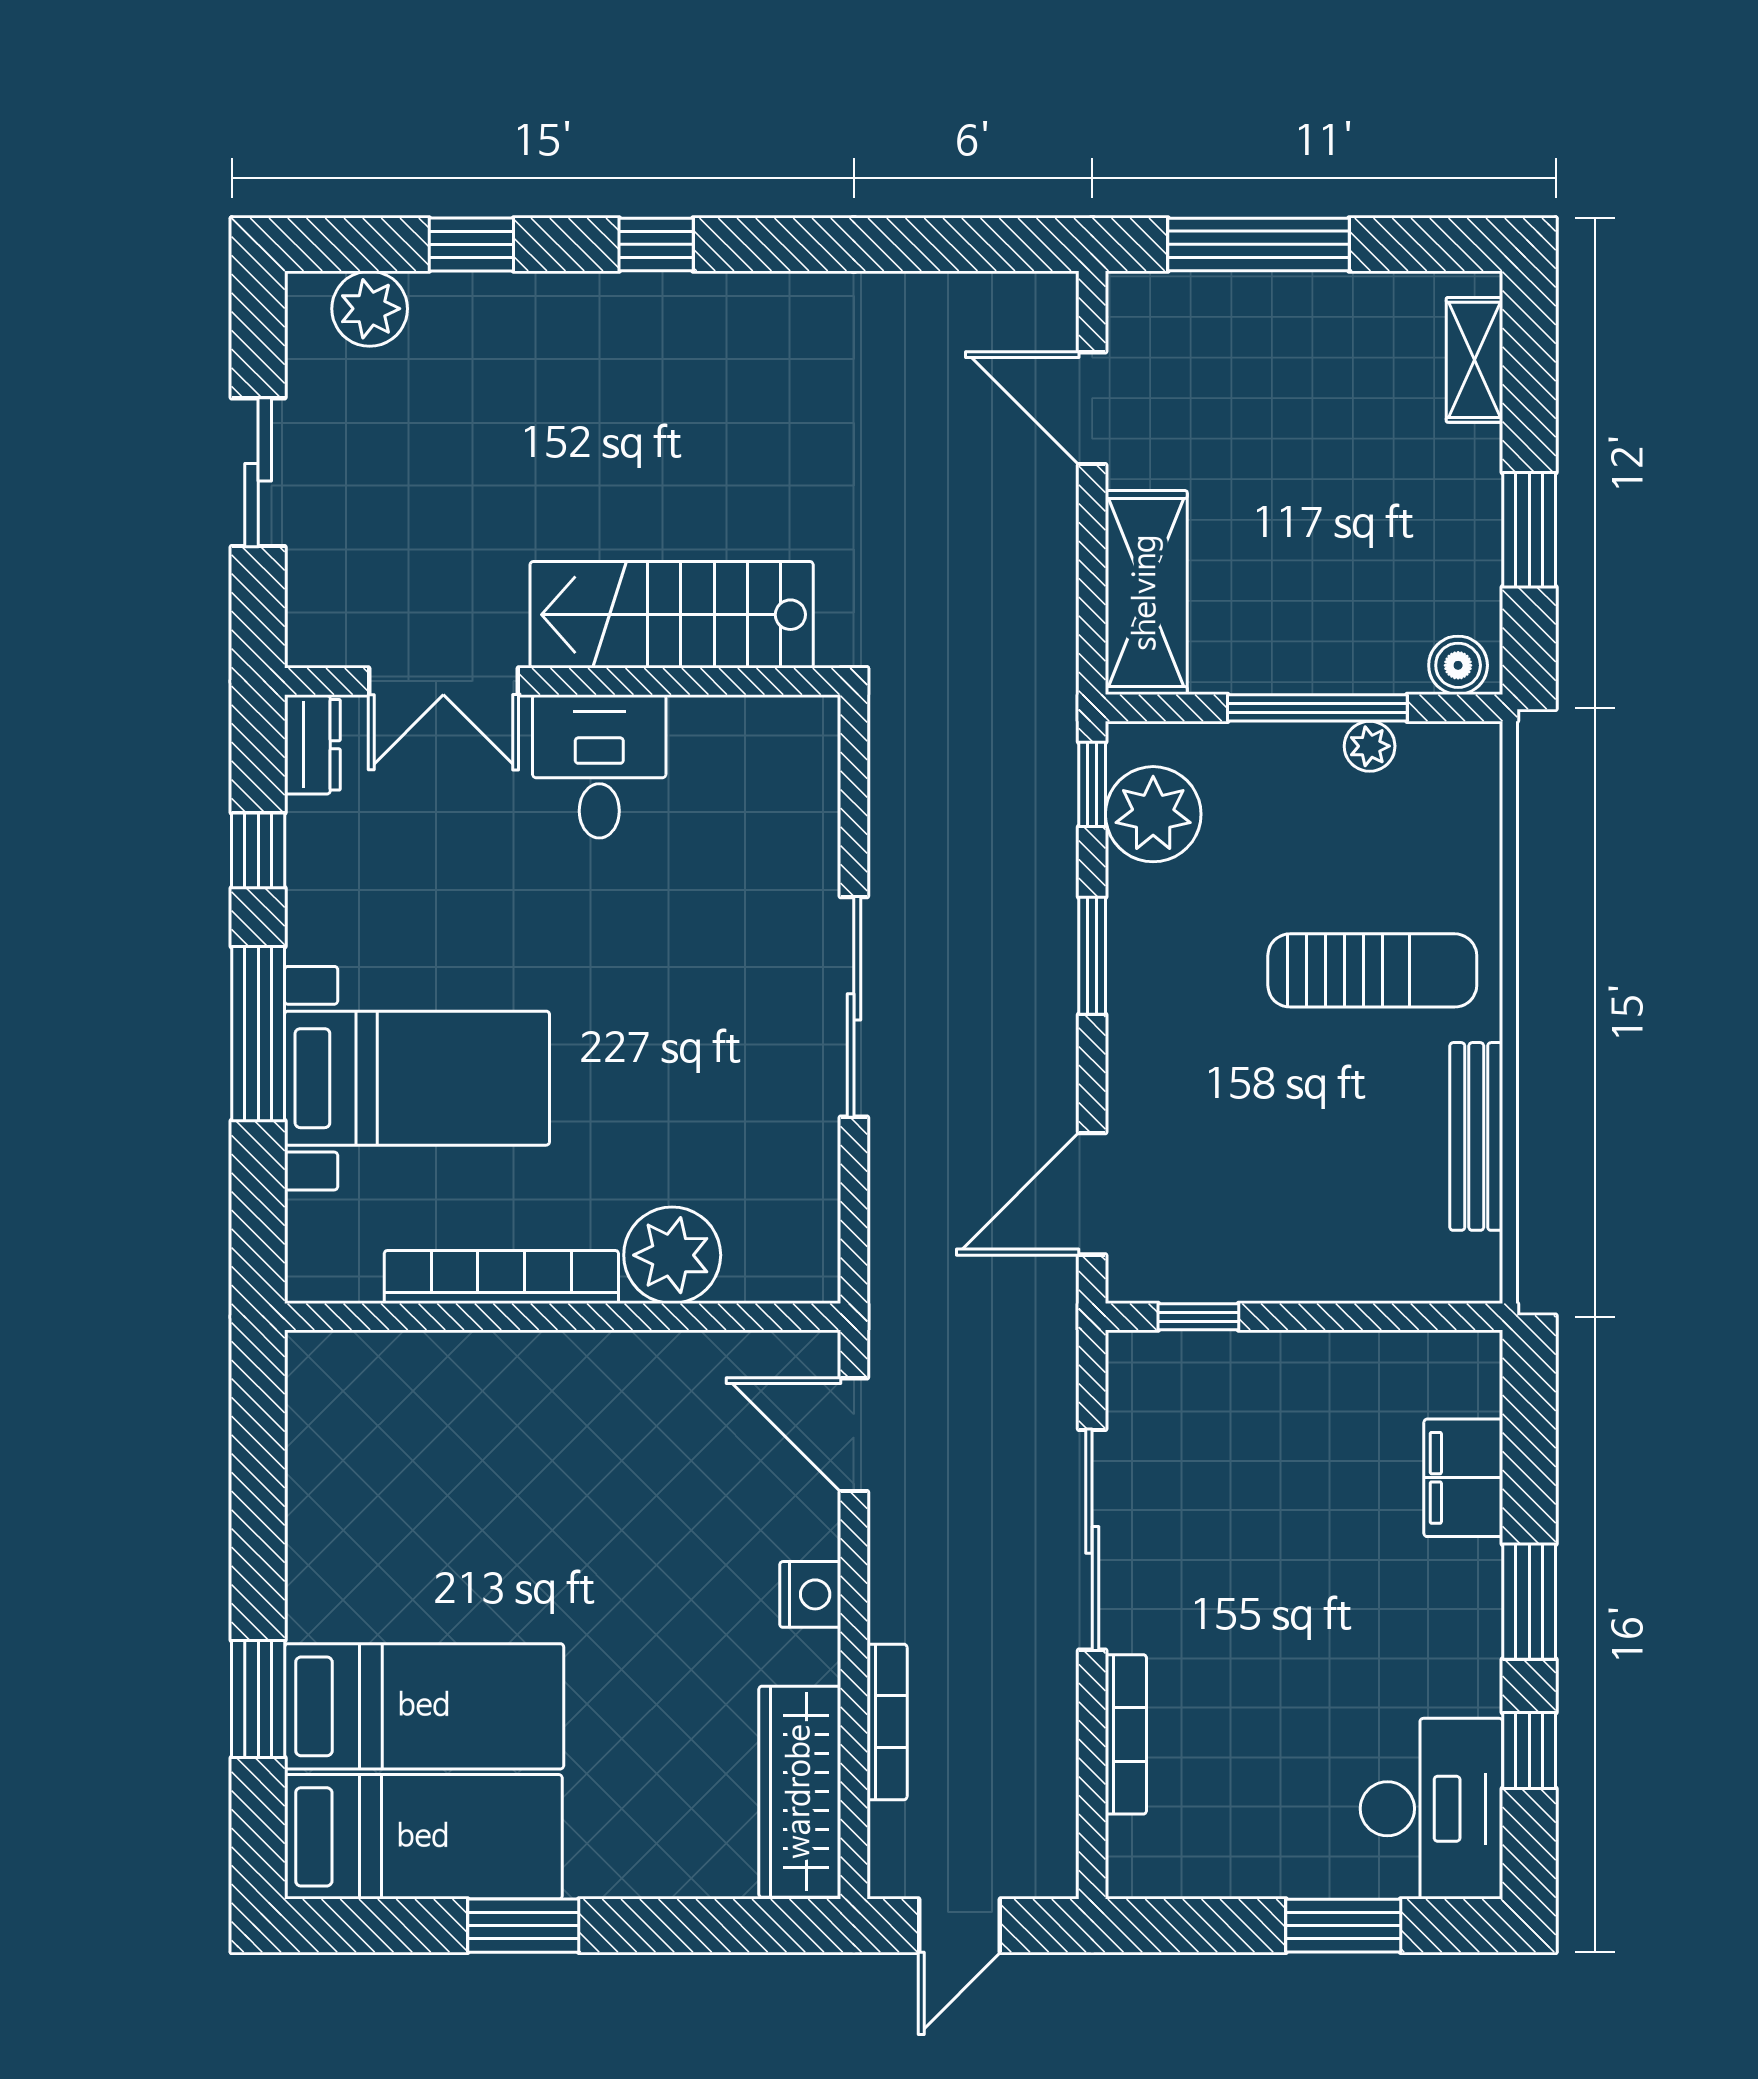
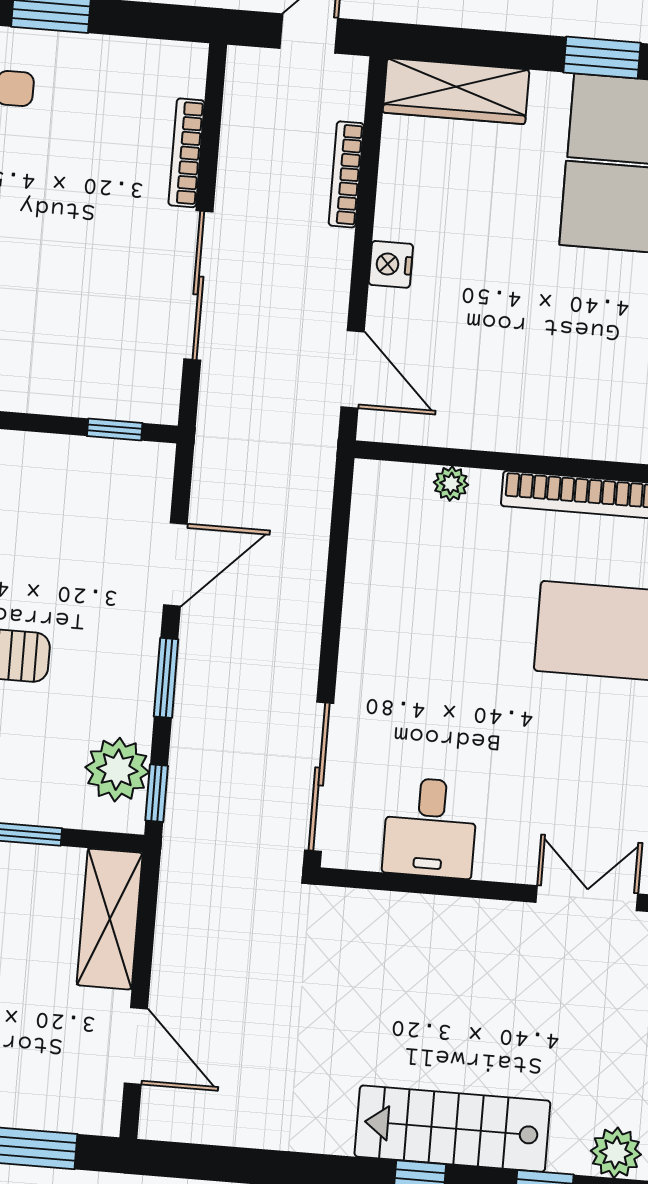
stairs: (672, 615) -> (452, 1129), moved, turned 180
desk: (599, 766) -> (430, 828), moved
sliding door: (854, 1007) -> (319, 777), moved
door: (1092, 1194) -> (175, 564), moved
plant: (672, 1255) -> (451, 484), width x0.53, depth x0.53
wardrobe: (800, 1792) -> (456, 91), moved, turned 90

